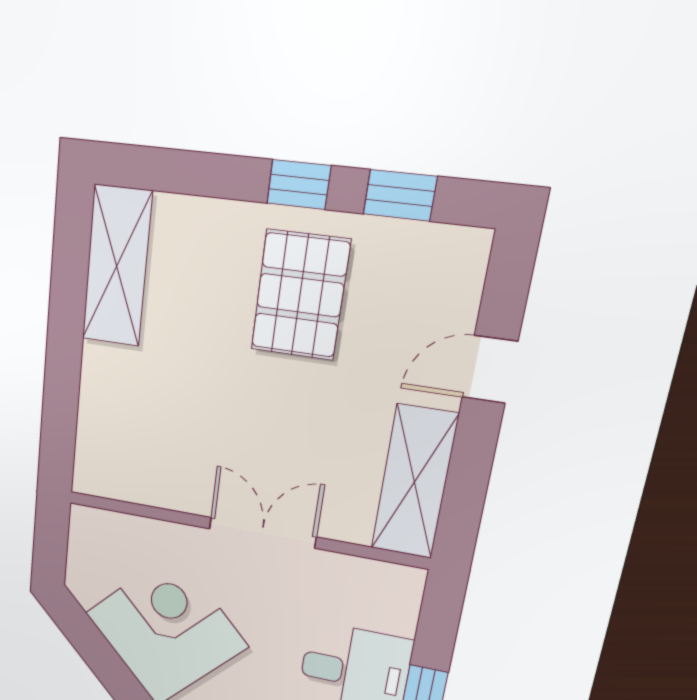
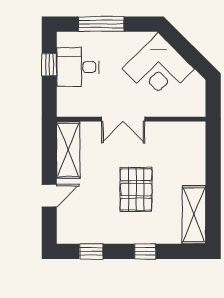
window: (299, 185) -> (145, 251), moved
pallet: (300, 295) -> (136, 189), moved

